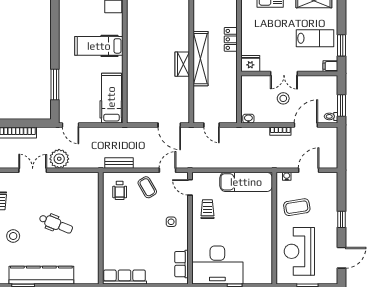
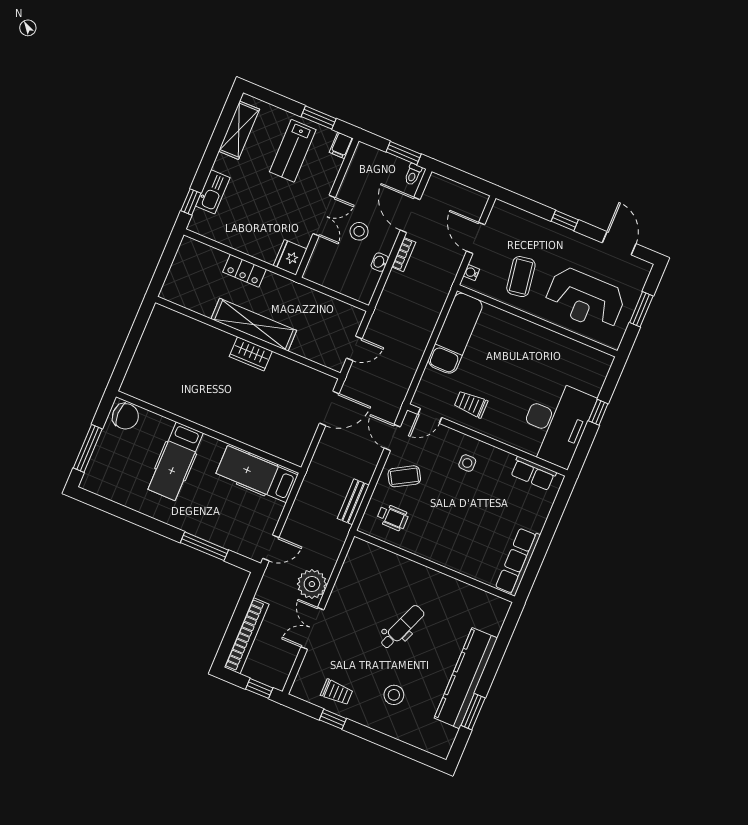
lab bench: (315, 38) -> (293, 151), turned 180
washbasin: (248, 119) -> (380, 262), moved

